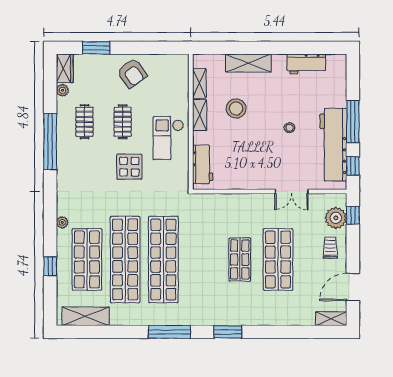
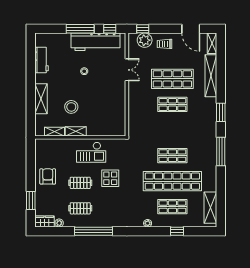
armchair: (132, 73) -> (48, 176), turned -55
workbench: (203, 164) -> (109, 129), removed
shop shelf: (87, 260) -> (172, 207), width x0.70, depth x0.74
shop shelf: (163, 260) -> (172, 156), width x0.50, depth x0.74
shelving: (283, 317) -> (211, 76), added

